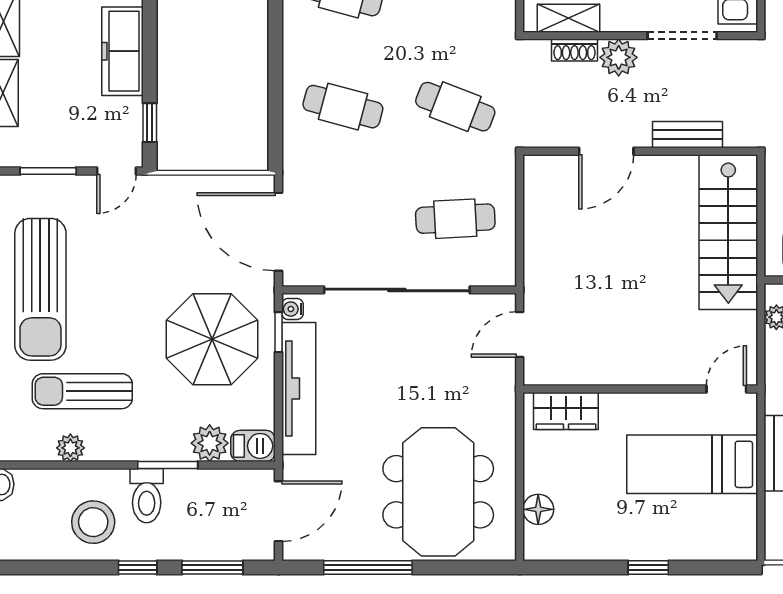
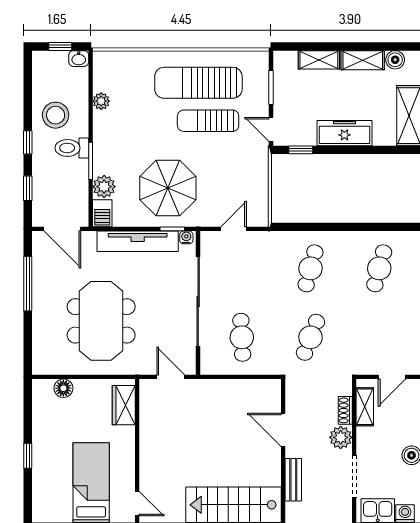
door: (279, 232) -> (234, 229), width x0.53
sun lounger: (82, 391) -> (208, 121), moved, turned -90
meeting table: (438, 492) -> (101, 321), moved, turned 90
window: (212, 567) -> (28, 188), width x0.67

